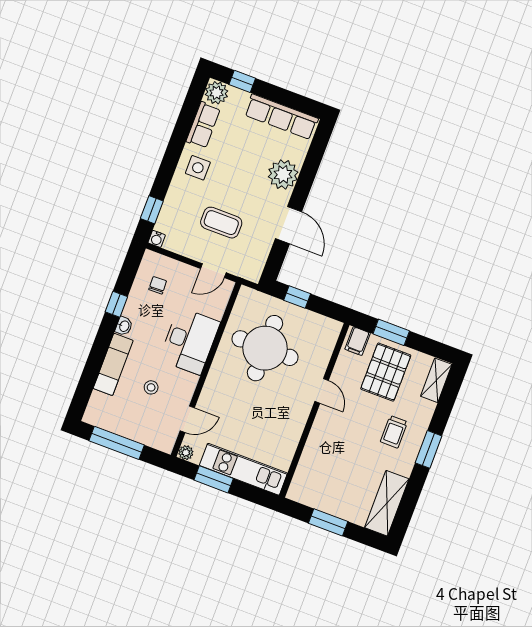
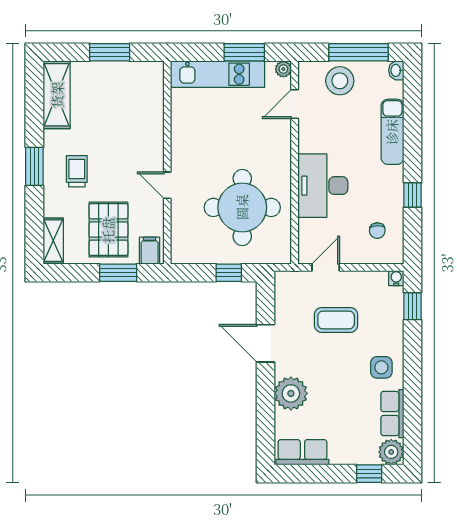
row of seats: (281, 117) -> (302, 452), width x0.68
washbasin: (124, 326) -> (396, 70), moved
stool: (151, 387) -> (340, 81), moved, width x1.89, depth x1.89

